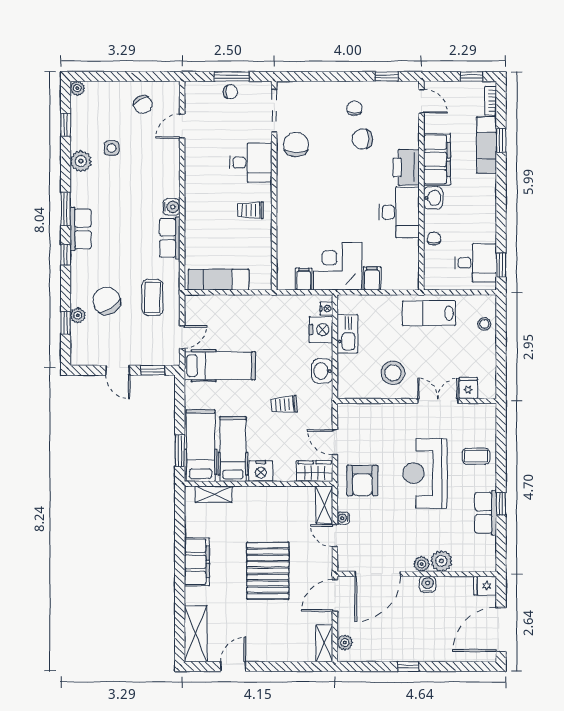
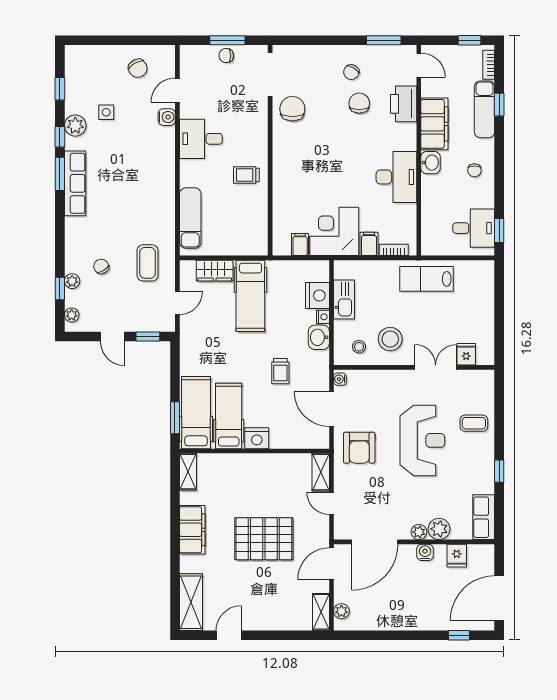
window: (387, 77) -> (384, 40), width x1.50
plant: (77, 88) -> (72, 315), moved
chair: (230, 92) -> (226, 56), turned 180
chair: (354, 108) -> (351, 72), turned -147
chair: (362, 139) -> (359, 103), turned 90
desk: (251, 163) -> (201, 139), moved, turned 180
printer: (406, 167) -> (404, 104), moved
water cooler: (171, 207) -> (167, 117), moved
row of seats: (81, 229) -> (75, 183), width x1.48
row of seats: (170, 238) -> (165, 203), removed
chair: (434, 239) -> (474, 170), moved, turned 180
window: (66, 255) -> (60, 137), moved
exam couch: (219, 280) -> (190, 218), moved, turned 90
bookcase: (397, 284) -> (394, 250), added
chair: (107, 301) -> (101, 266), width x0.54, depth x0.54
nightstand: (326, 309) -> (323, 317), moved
stool: (484, 324) -> (359, 347), moved
hospital bed: (220, 366) -> (250, 296), moved, turned 90
trolley: (284, 405) -> (280, 371), turned -86
door: (335, 442) -> (331, 409), width x1.38
wardrobe: (315, 471) -> (215, 271), moved, turned 180
reception desk: (425, 473) -> (422, 440), turned 180
shelving: (214, 494) -> (188, 472), moved, turned 90
row of seats: (486, 513) -> (484, 517), moved
water cooler: (343, 518) -> (340, 379), moved
pallet: (268, 571) -> (264, 539), turned 90
fridge: (485, 586) -> (457, 556), moved, turned -90
window: (408, 667) -> (459, 635), moved

